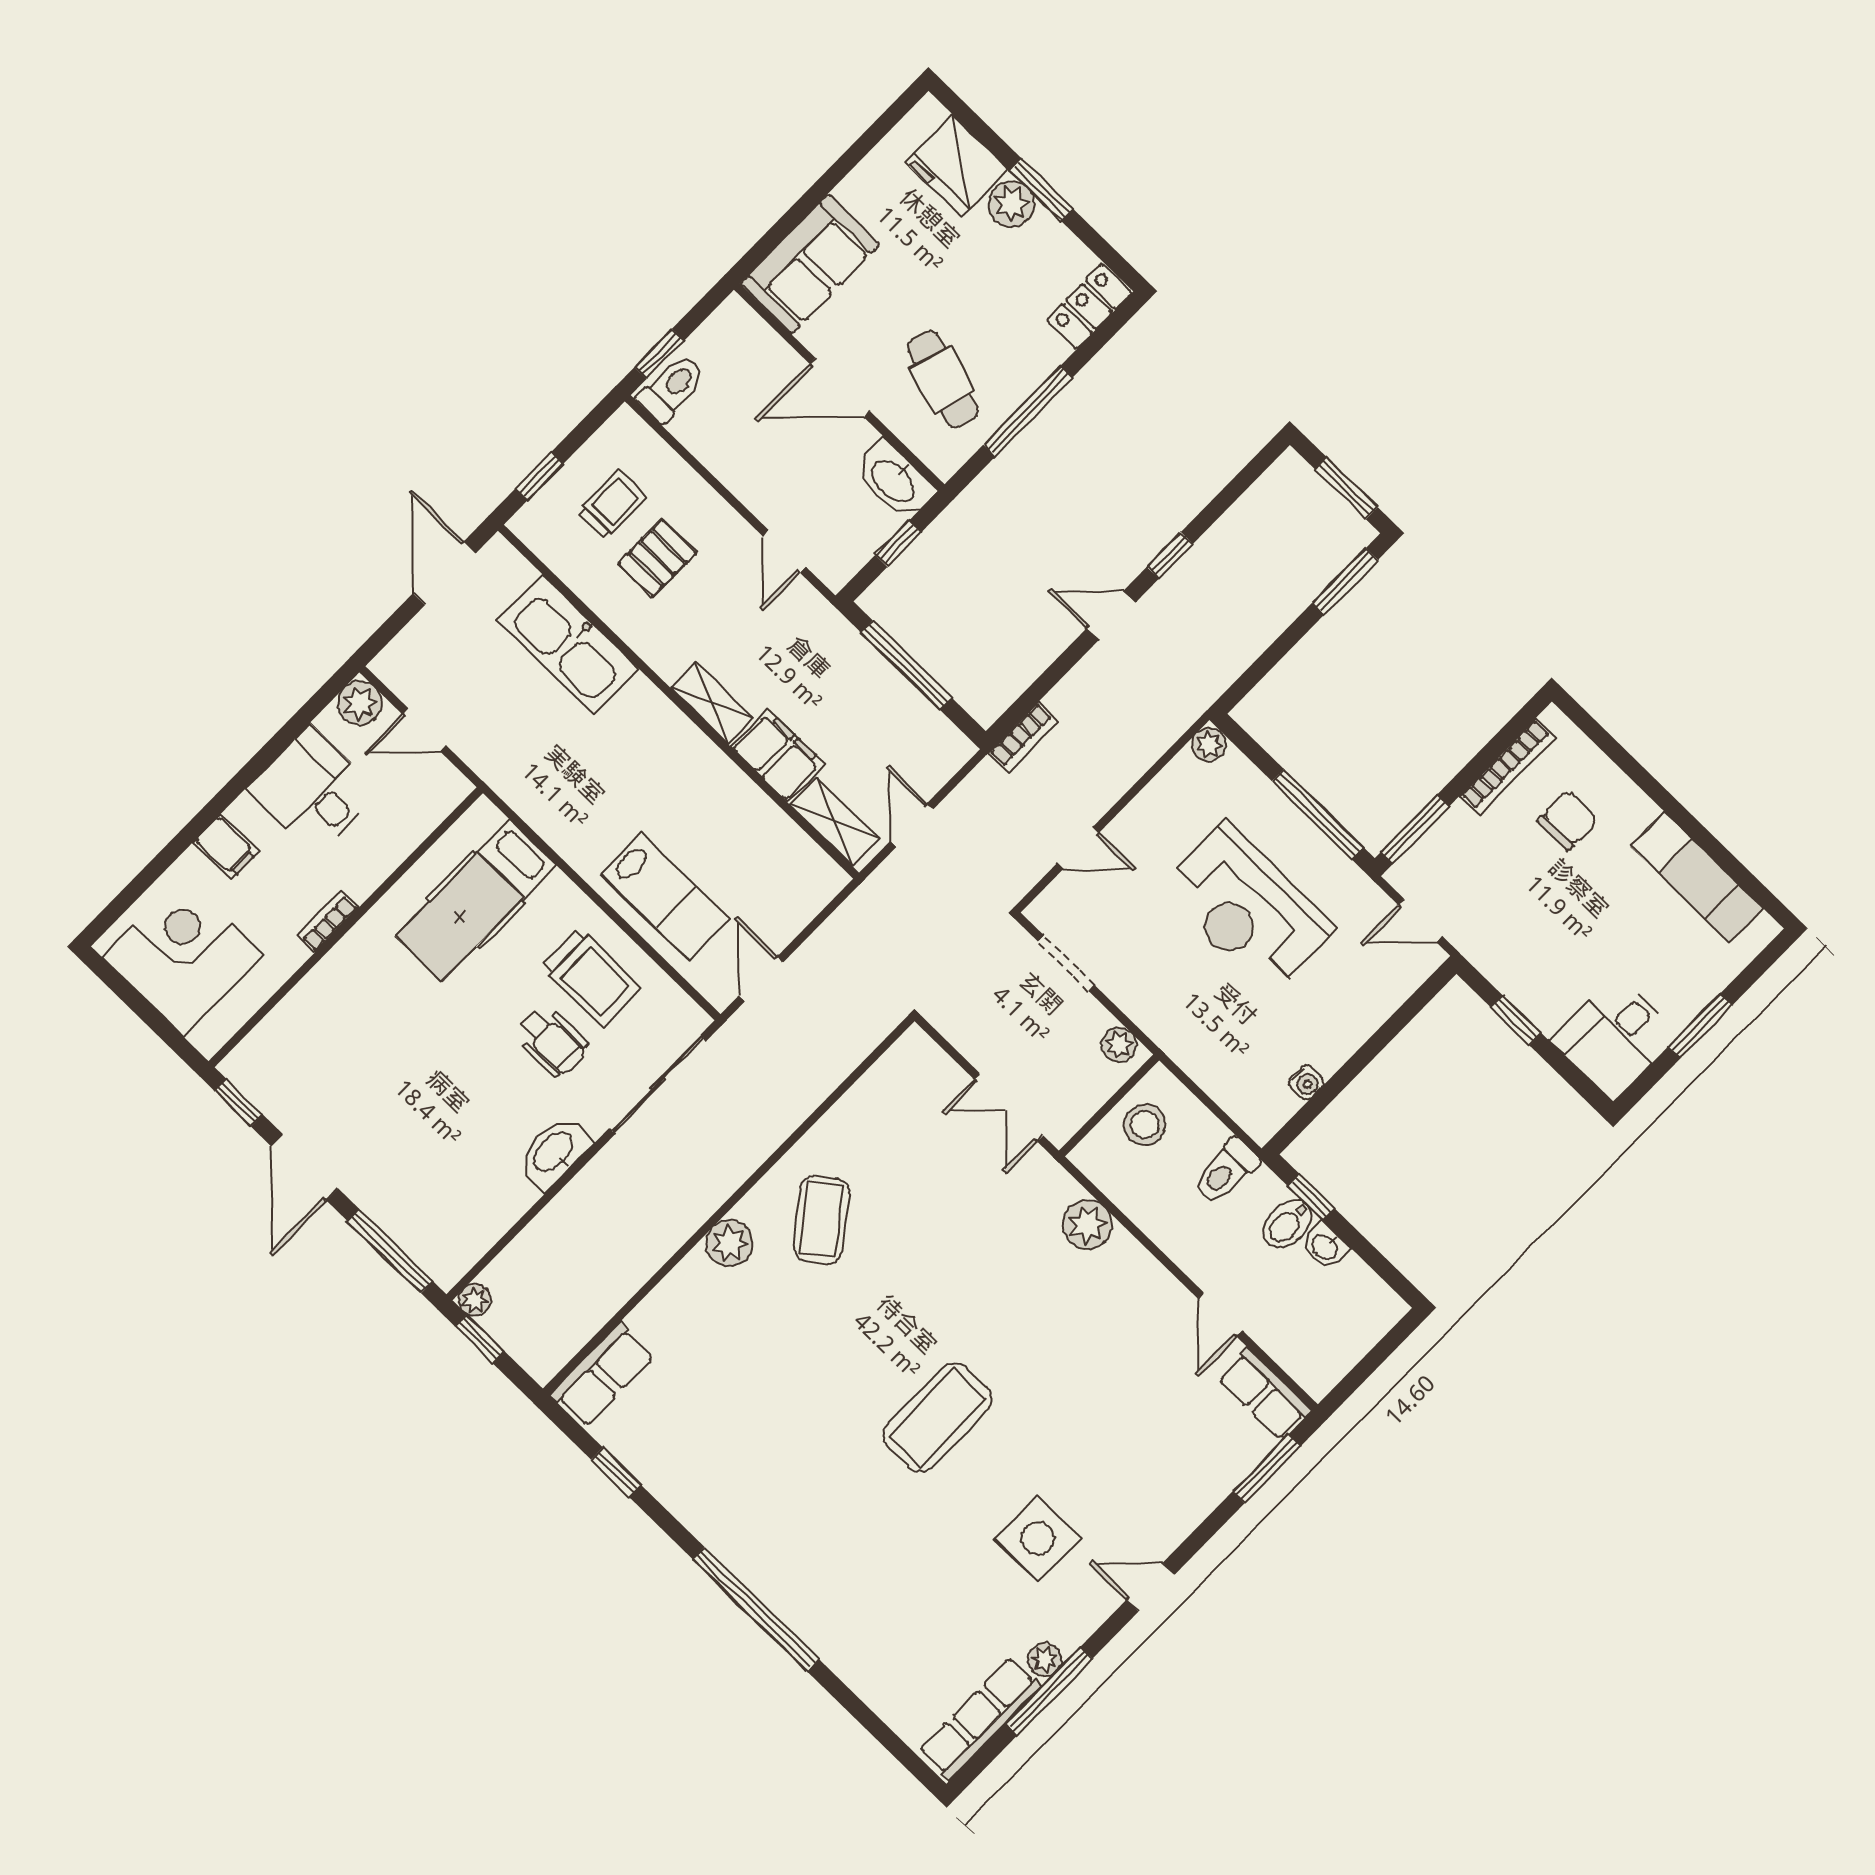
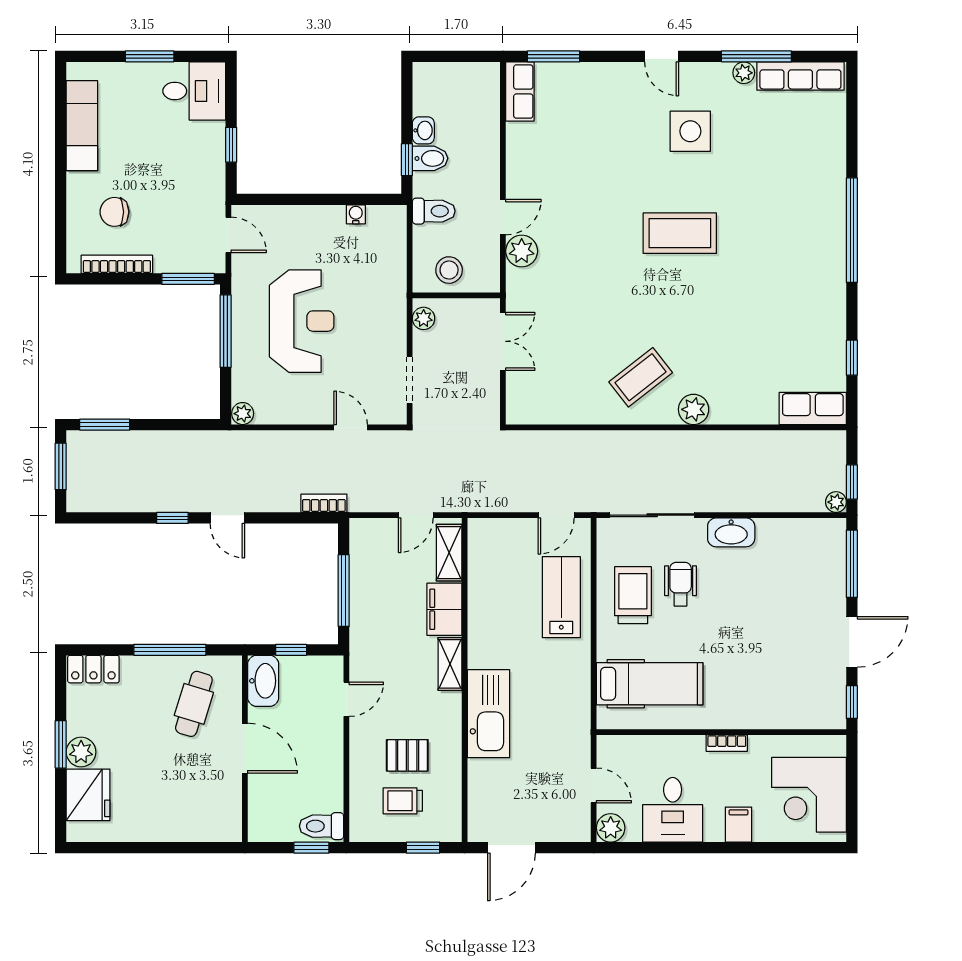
sofa: (810, 264) -> (201, 818), removed
kitchen sink: (568, 645) -> (488, 714), moved
door: (1220, 1314) -> (503, 217), moved

